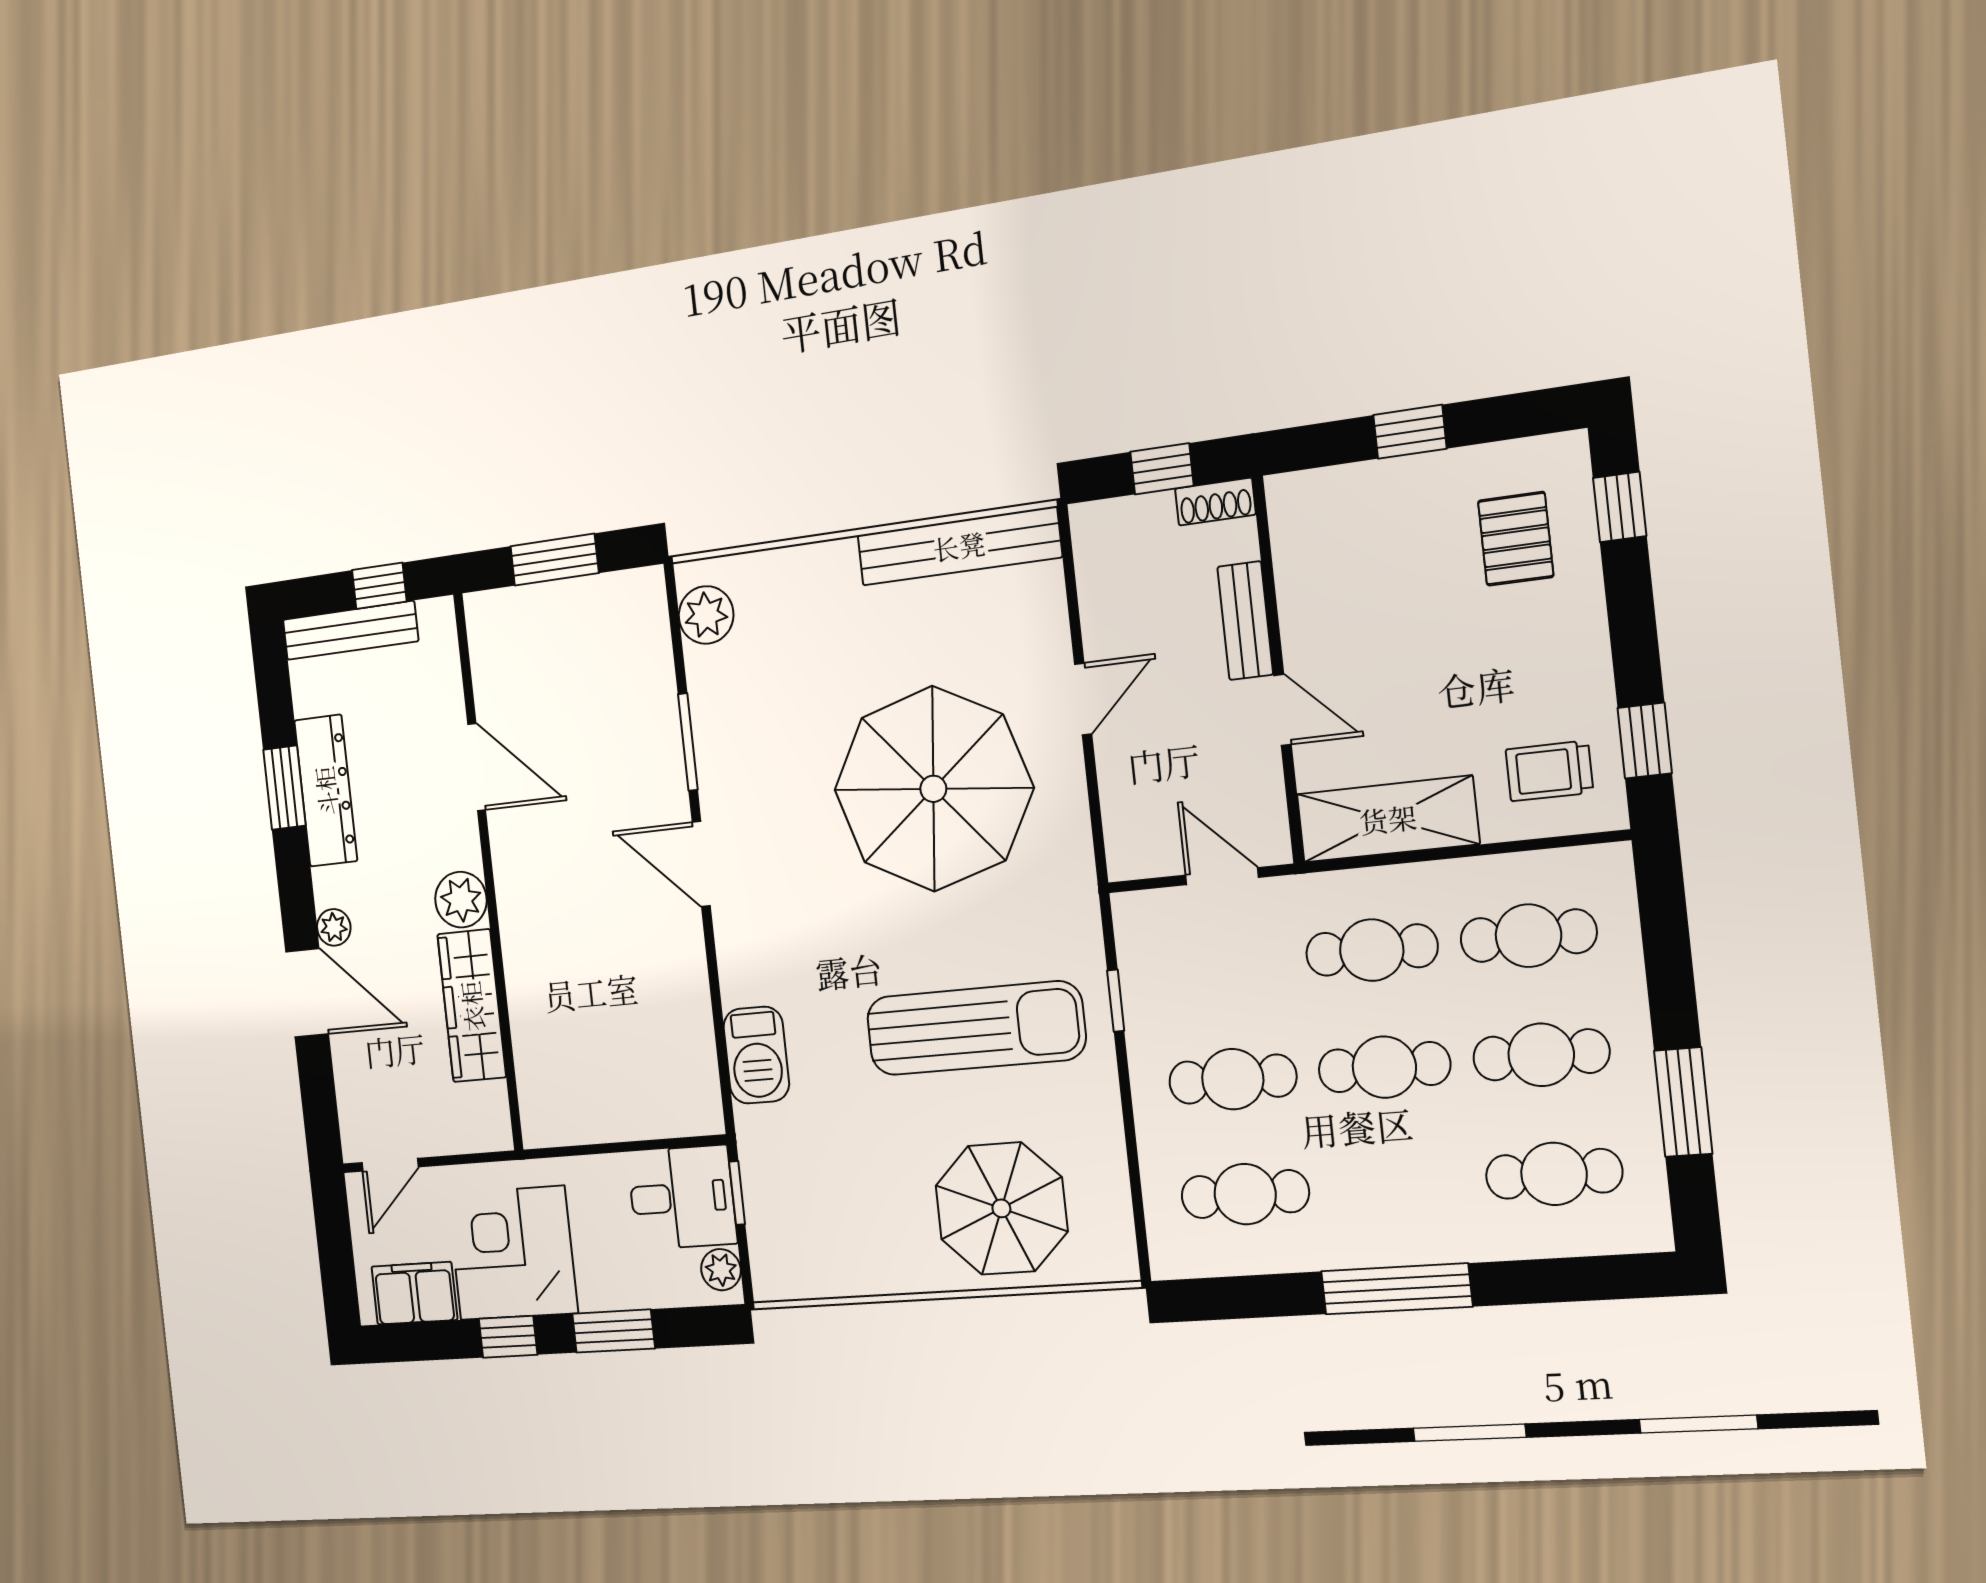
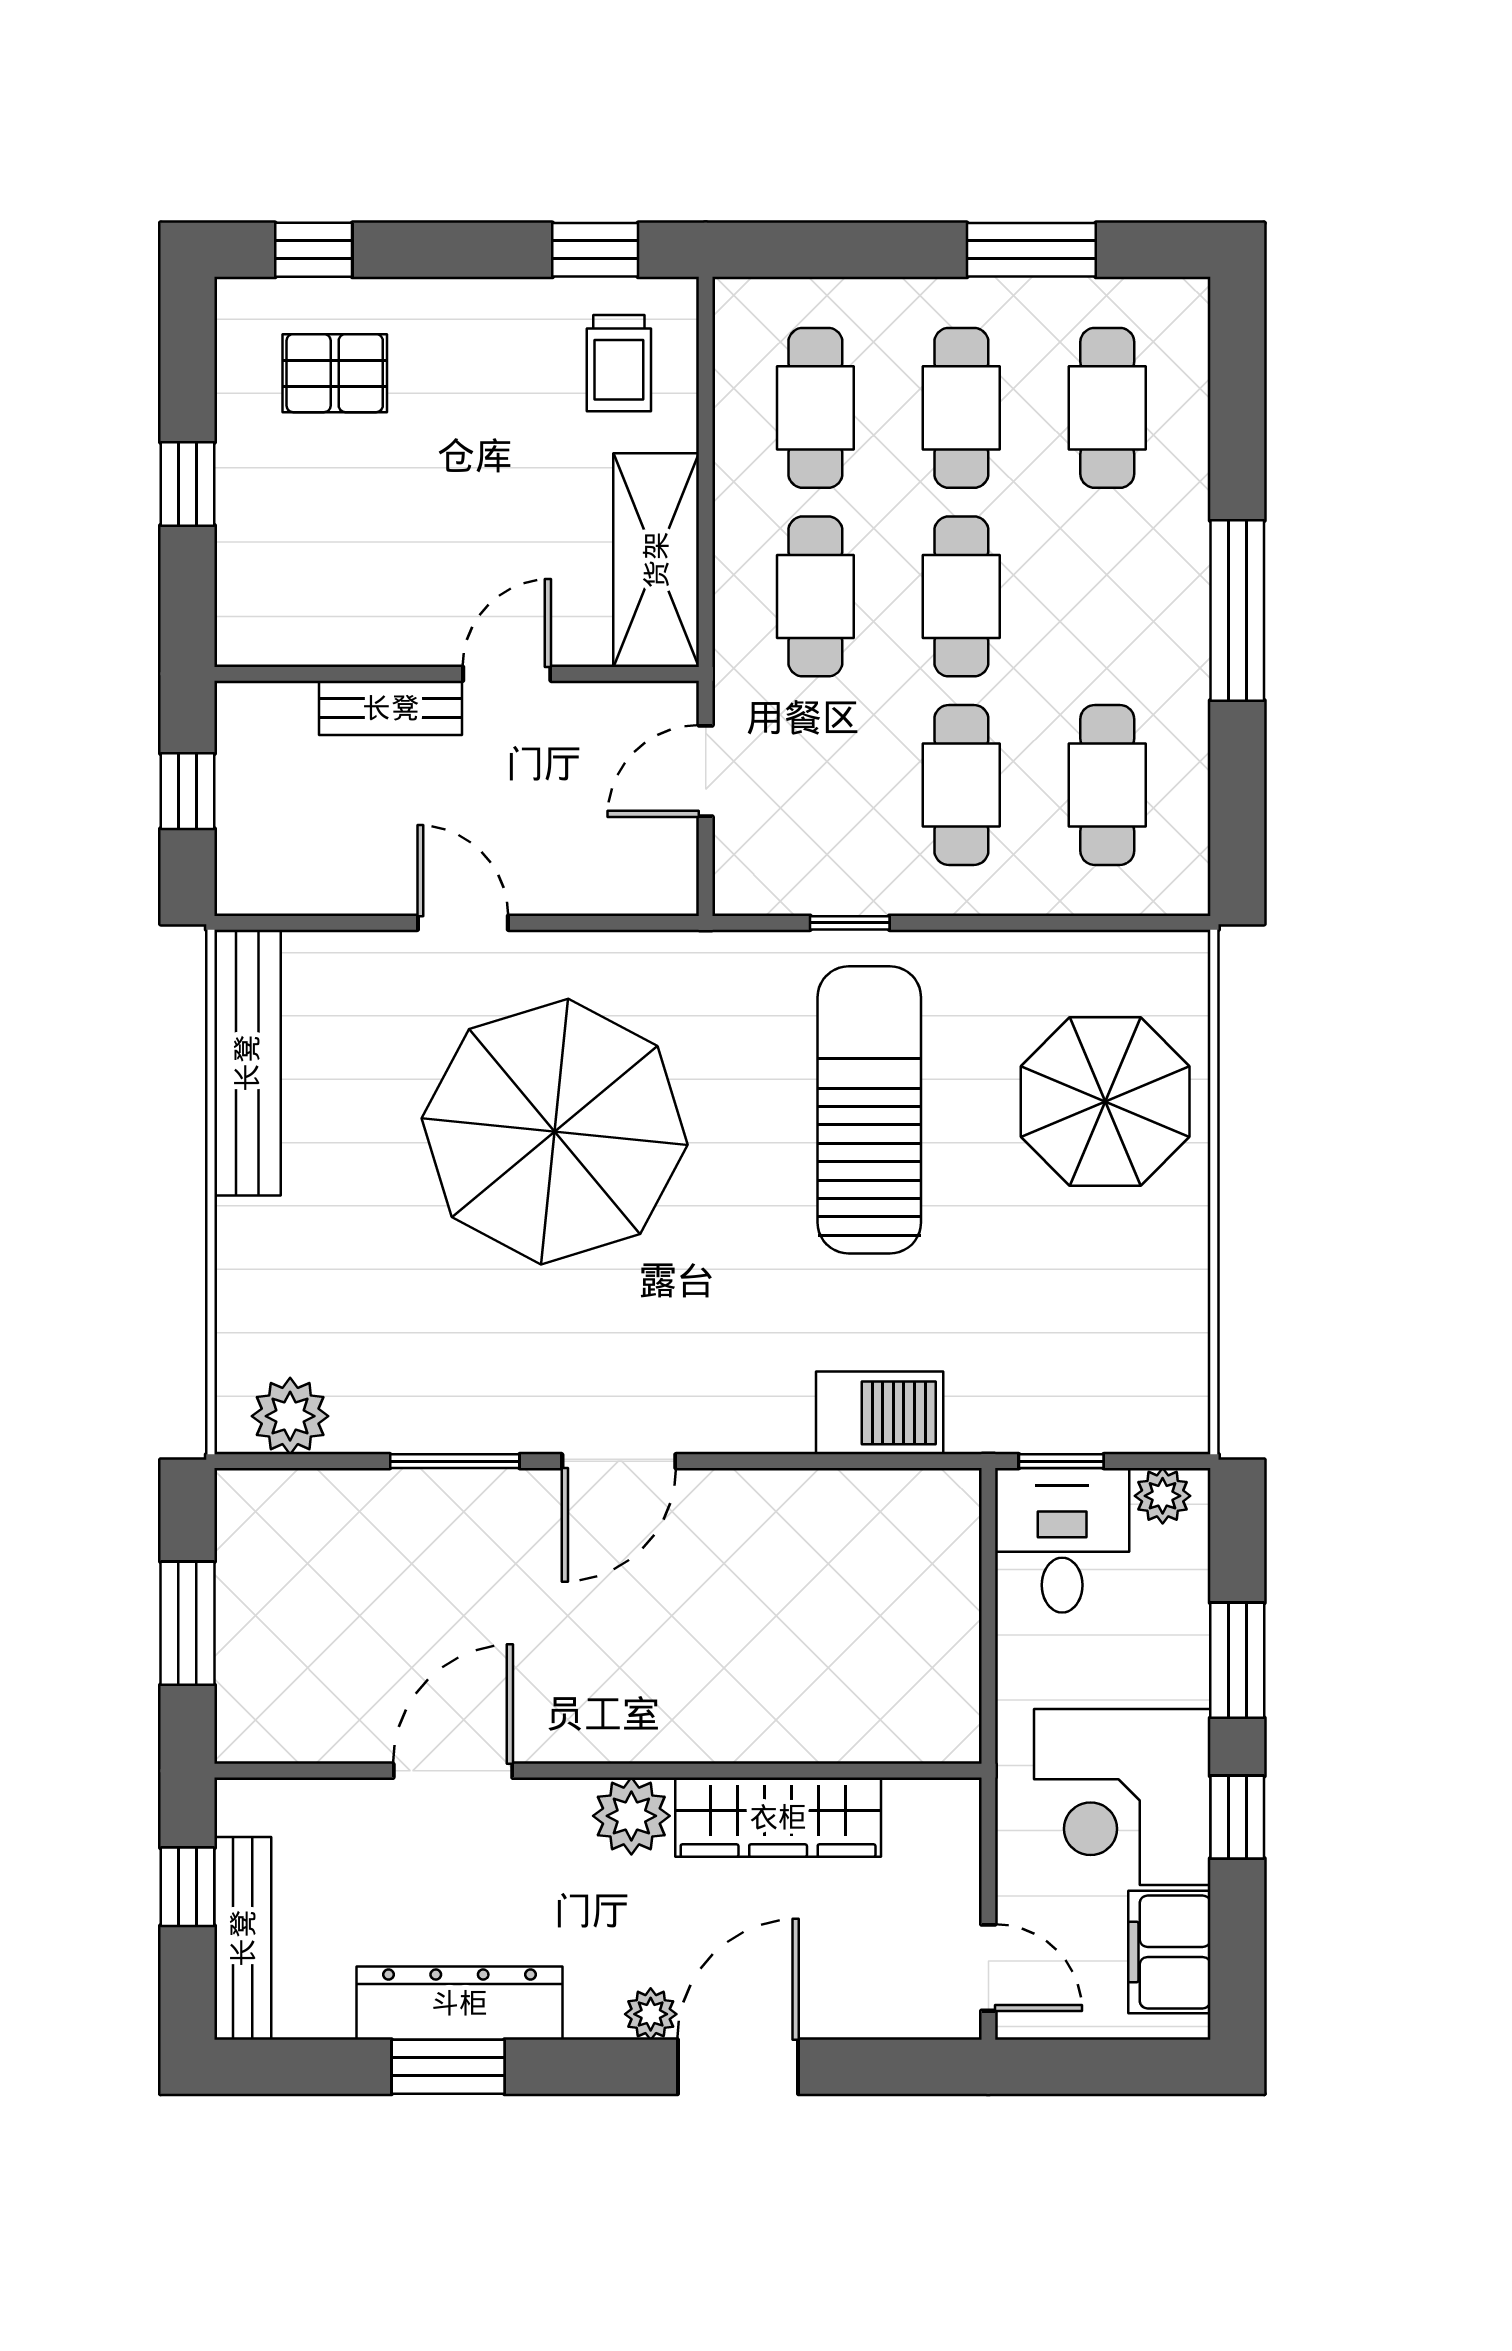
shoe rack: (1215, 502) -> (238, 729), removed

